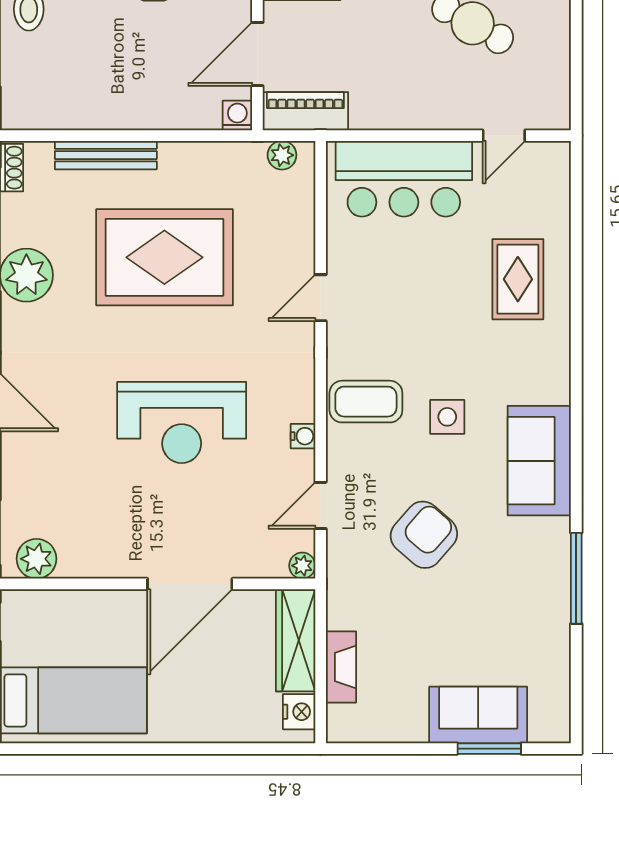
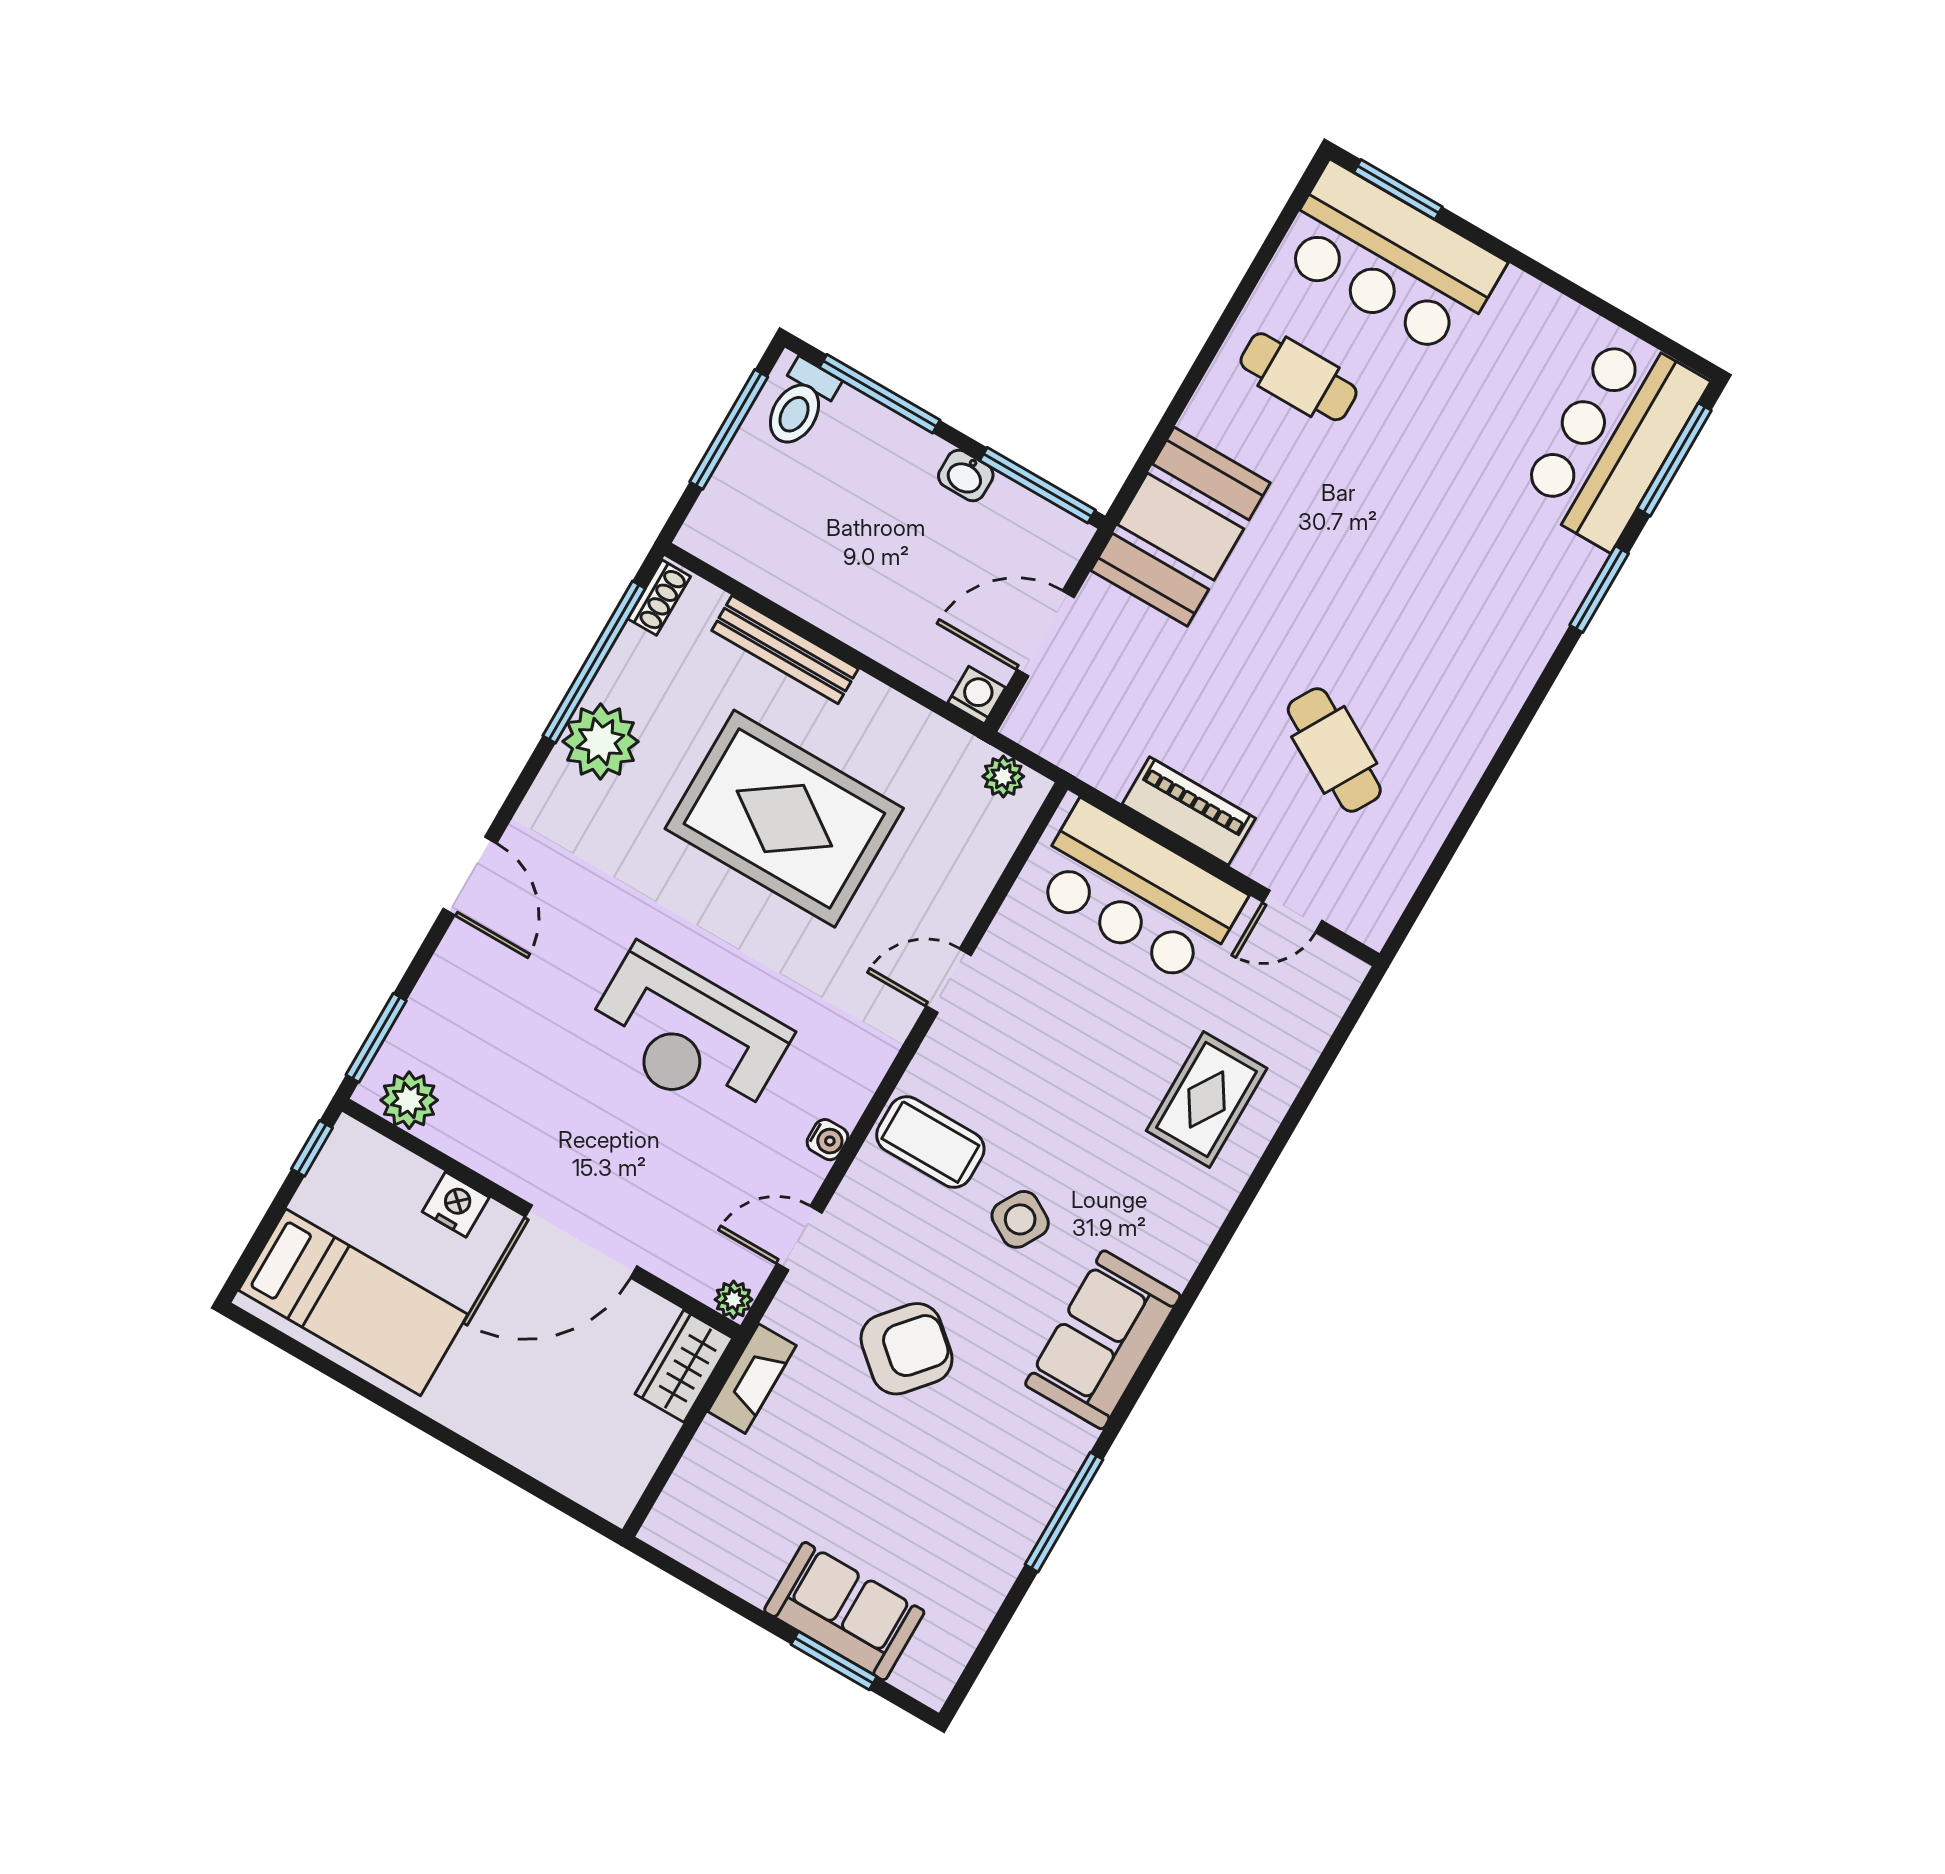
piano: (305, 111) -> (1189, 811), moved
side table: (447, 417) -> (1020, 1219), turned 30
wardrobe: (296, 640) -> (684, 1366), width x0.67
fireplace: (341, 667) -> (752, 1379), moved
nightstand: (299, 712) -> (456, 1204), moved, turned -90

